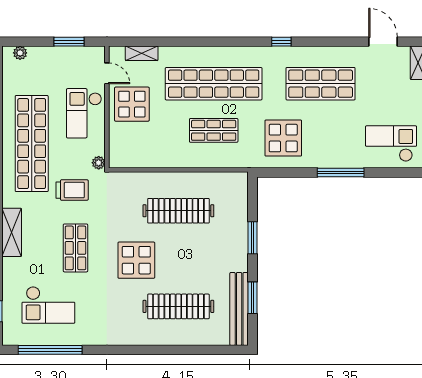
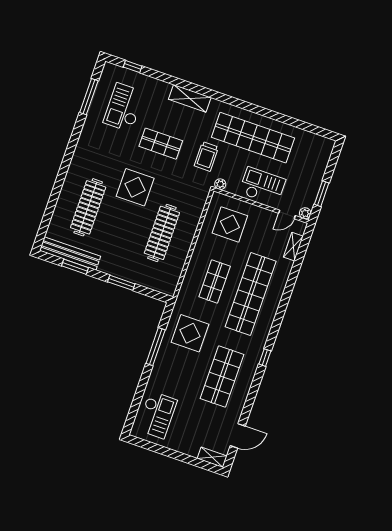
plant: (20, 53) -> (305, 213), moved
display table: (132, 104) -> (230, 224), moved
window: (341, 172) -> (156, 347), moved
window: (50, 350) -> (89, 97), width x0.68

